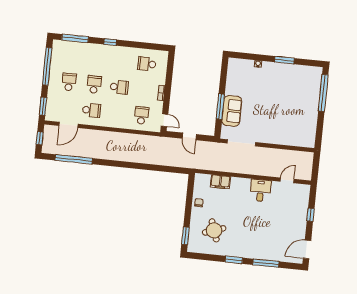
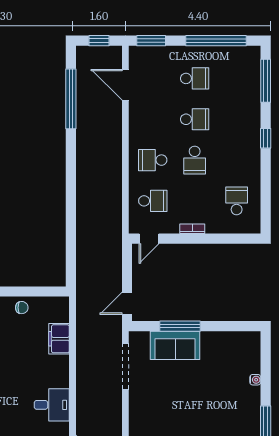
school desk: (91, 110) -> (153, 160), moved, turned 90
door: (189, 136) -> (127, 303), moved

